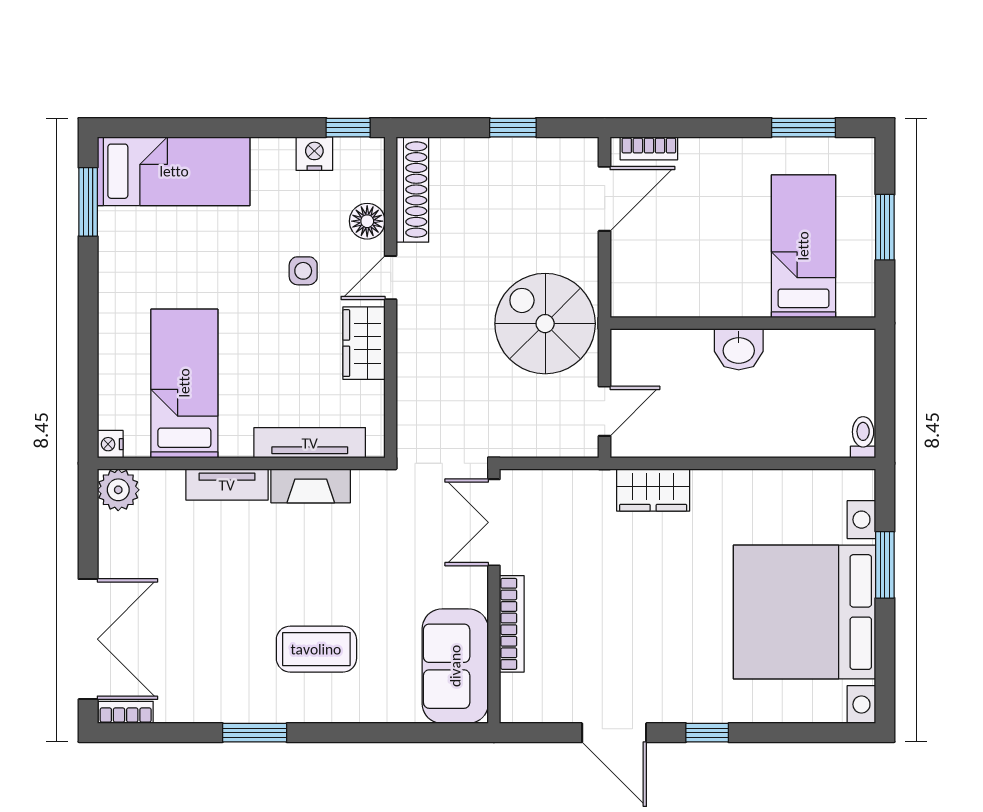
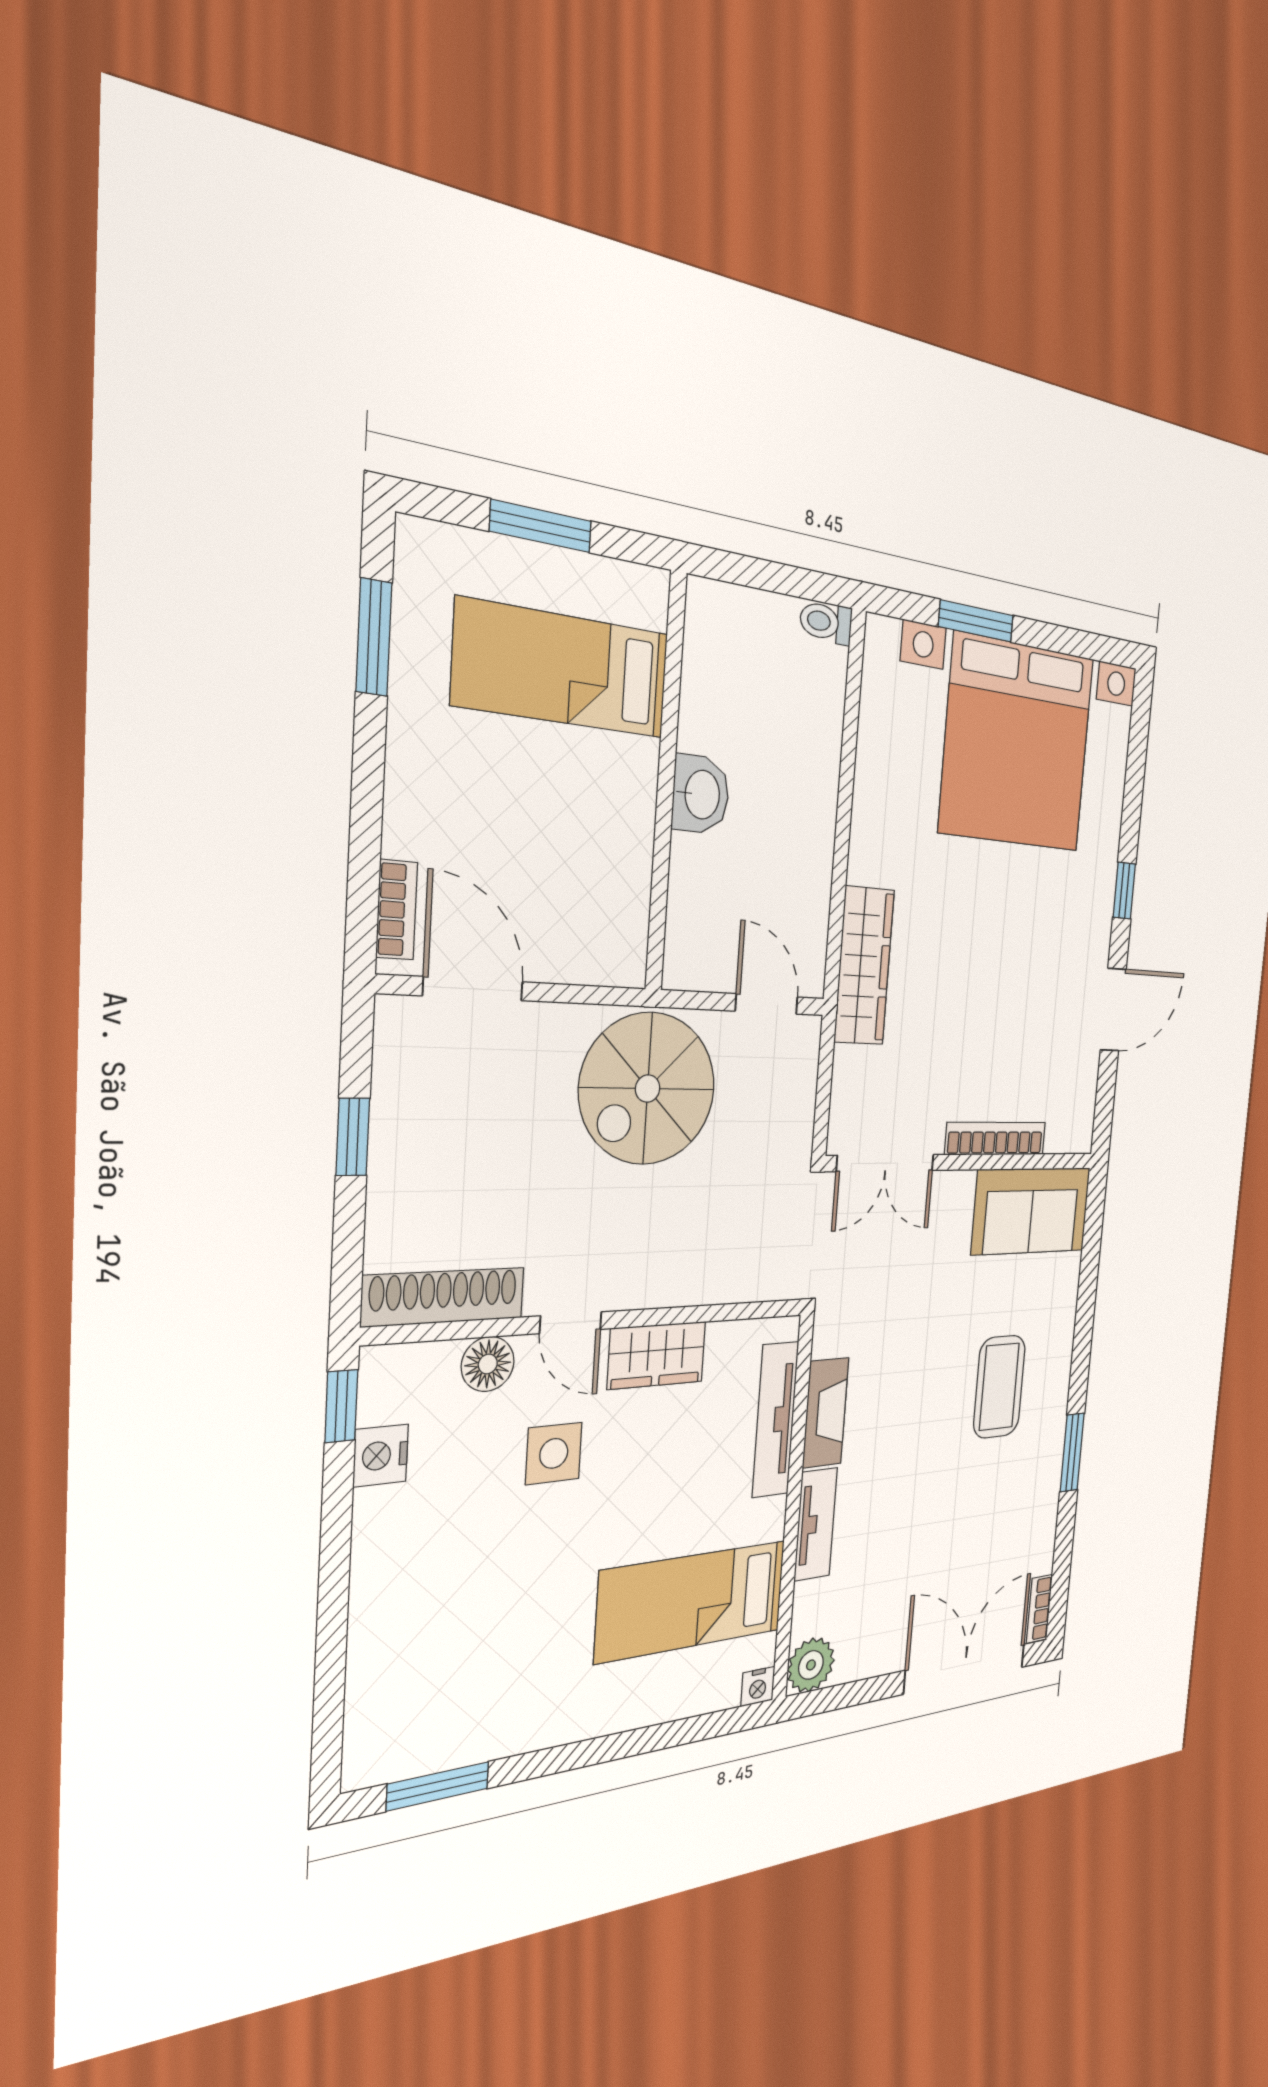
bed: (174, 171) -> (398, 1669), removed
side table: (303, 271) -> (554, 1453), width x1.37, depth x1.37
wardrobe: (653, 490) -> (864, 966), width x1.50

